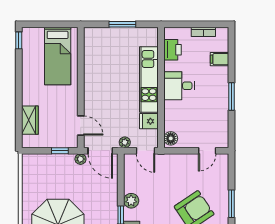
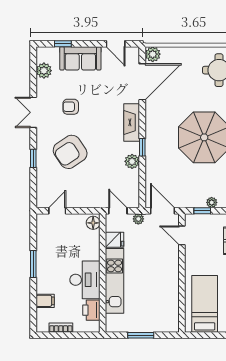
desk: (179, 86) -> (85, 280), width x1.37
plant: (80, 159) -> (212, 202), moved
window: (231, 204) -> (33, 158), width x0.67

